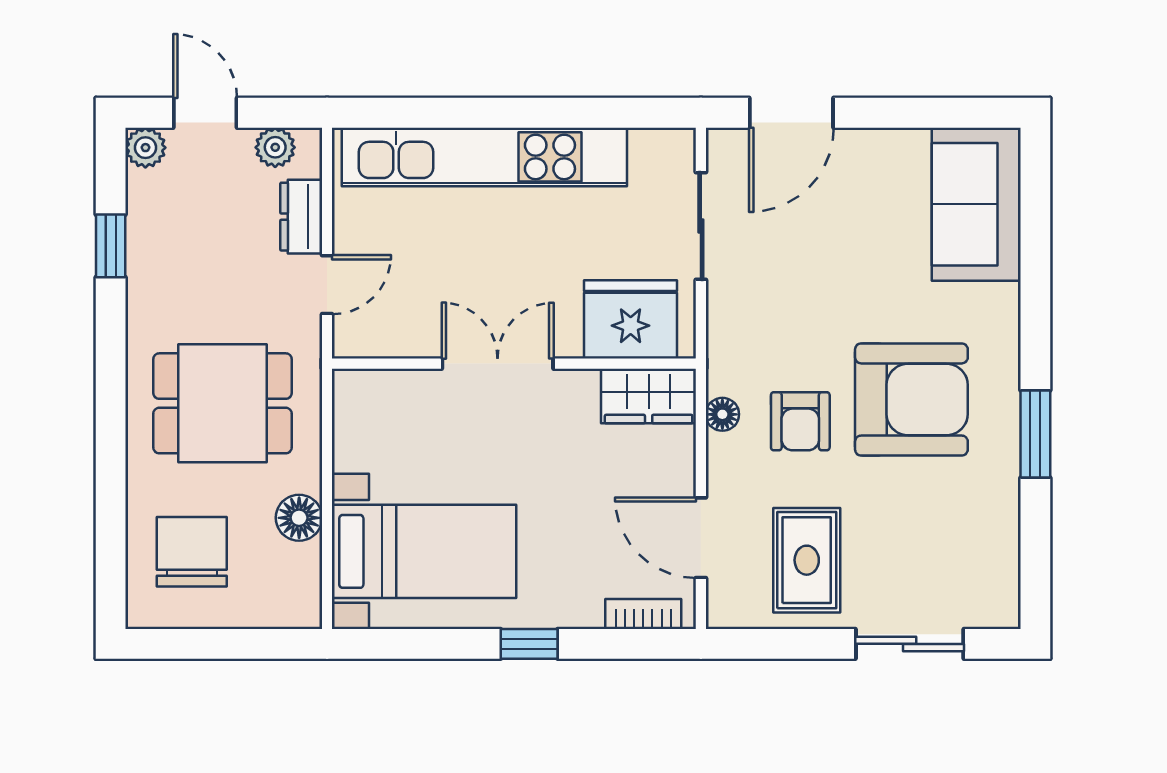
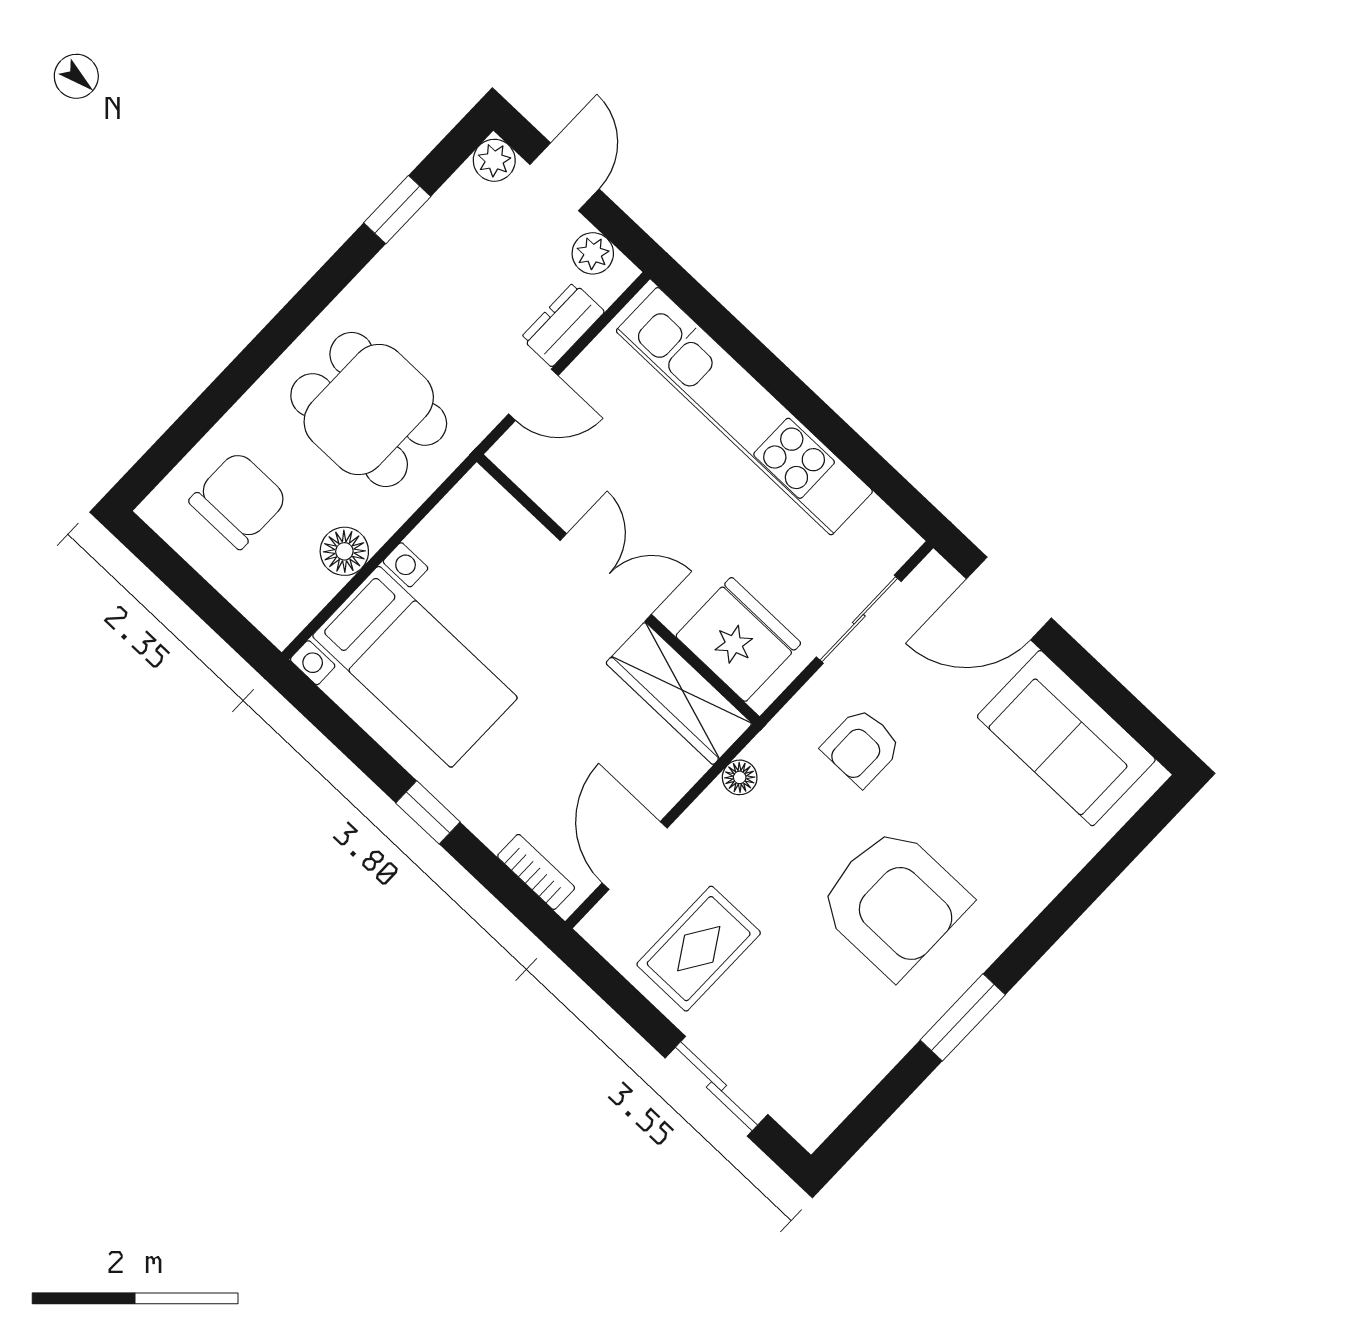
sofa: (976, 204) -> (1066, 738), moved, turned -90
wardrobe: (649, 396) -> (679, 693), width x1.50
armchair: (800, 421) -> (862, 747), moved

